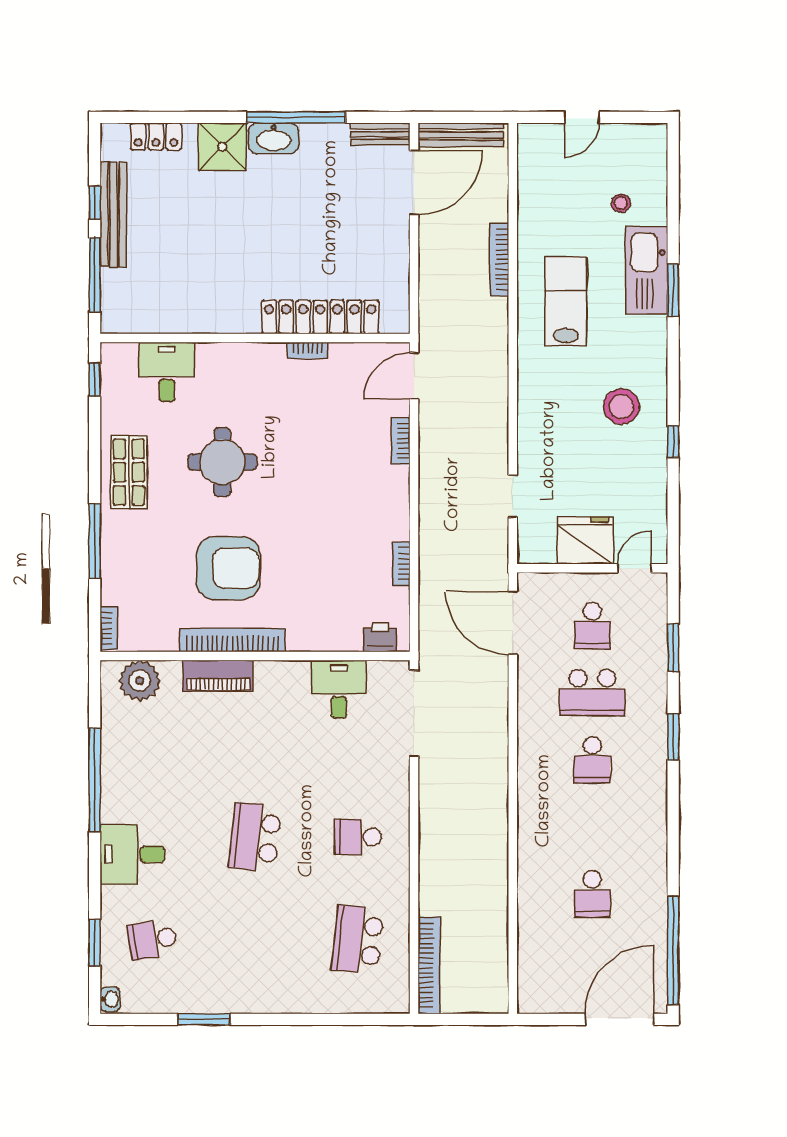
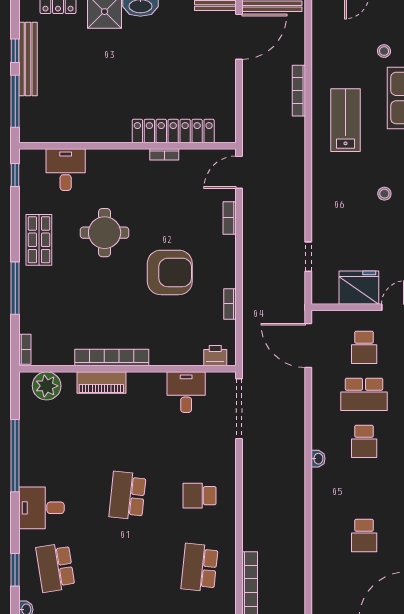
stool: (621, 406) -> (384, 194), width x0.53, depth x0.53
armchair: (228, 568) -> (170, 272), moved
washbasin: (527, 784) -> (318, 459), added
school desk: (152, 940) -> (55, 568), width x1.85

